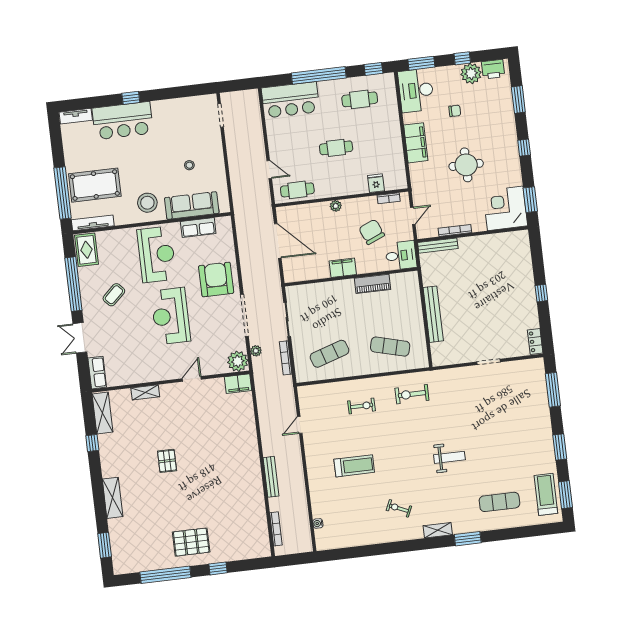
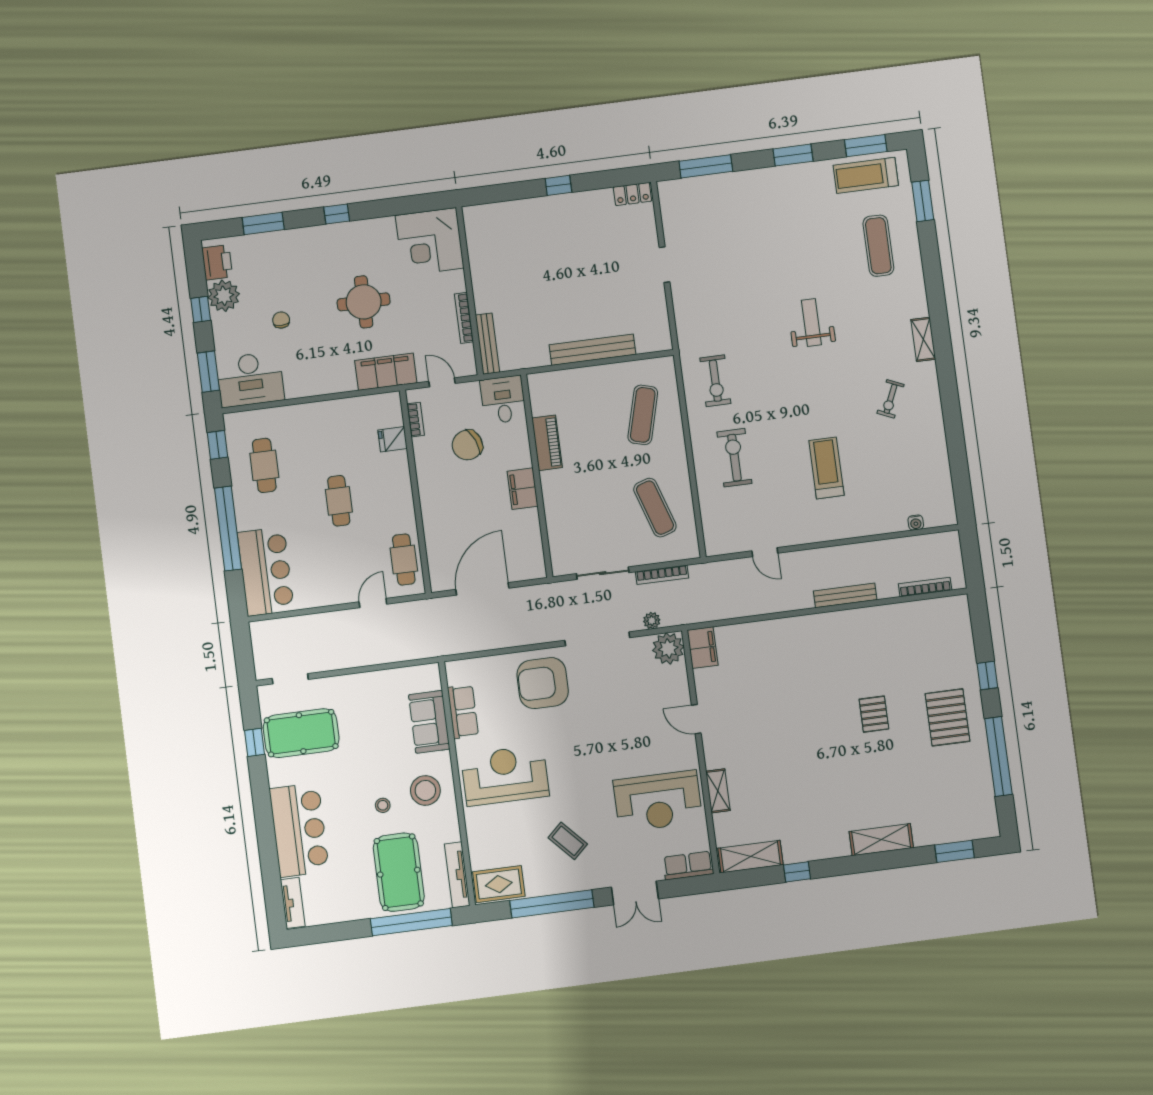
window: (131, 98) -> (254, 742), moved
pool table: (185, 122) -> (301, 733), added
filing cabinet: (416, 143) -> (386, 372), moved
stool: (189, 165) -> (383, 805), moved
window: (530, 200) -> (416, 204), removed
sofa: (192, 206) -> (429, 722), width x0.73
plant: (336, 206) -> (428, 500), removed
reception desk: (171, 316) -> (658, 801), moved
exercise bike: (362, 406) -> (734, 458), width x1.38, depth x1.39
pallet: (167, 461) -> (874, 714), moved, turned 90
window: (468, 539) -> (923, 201), moved

